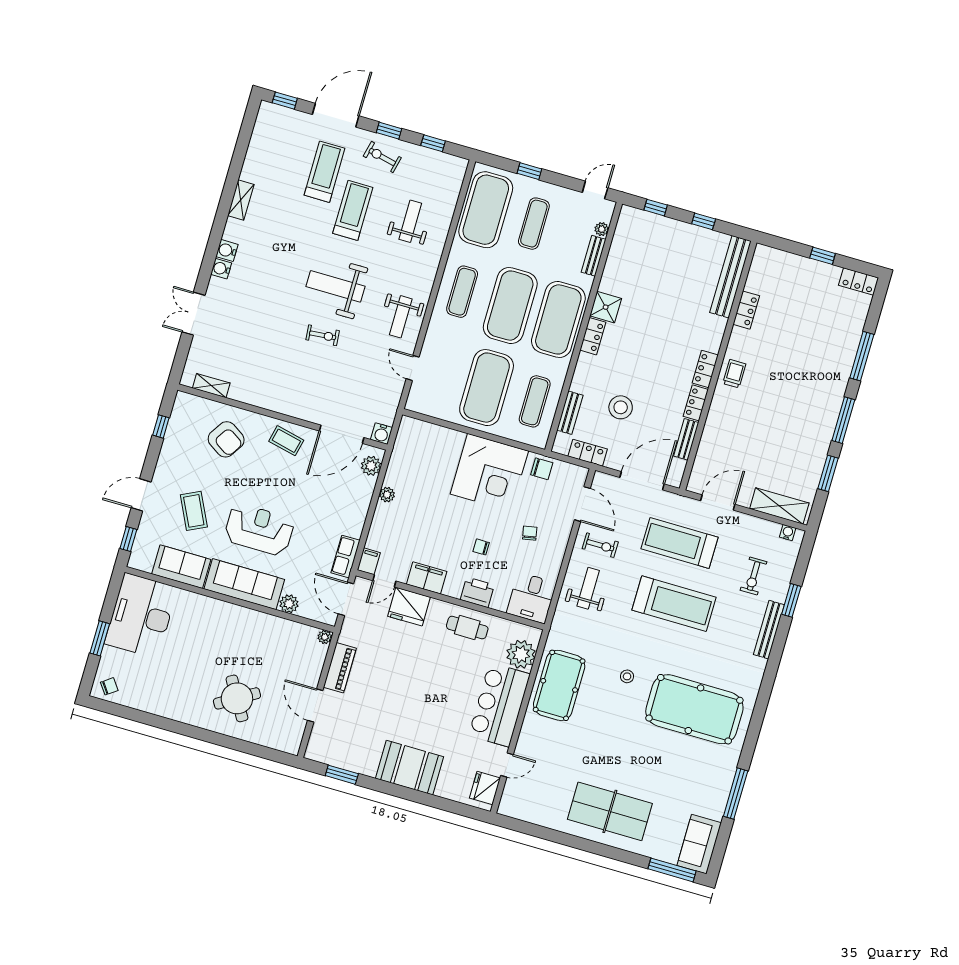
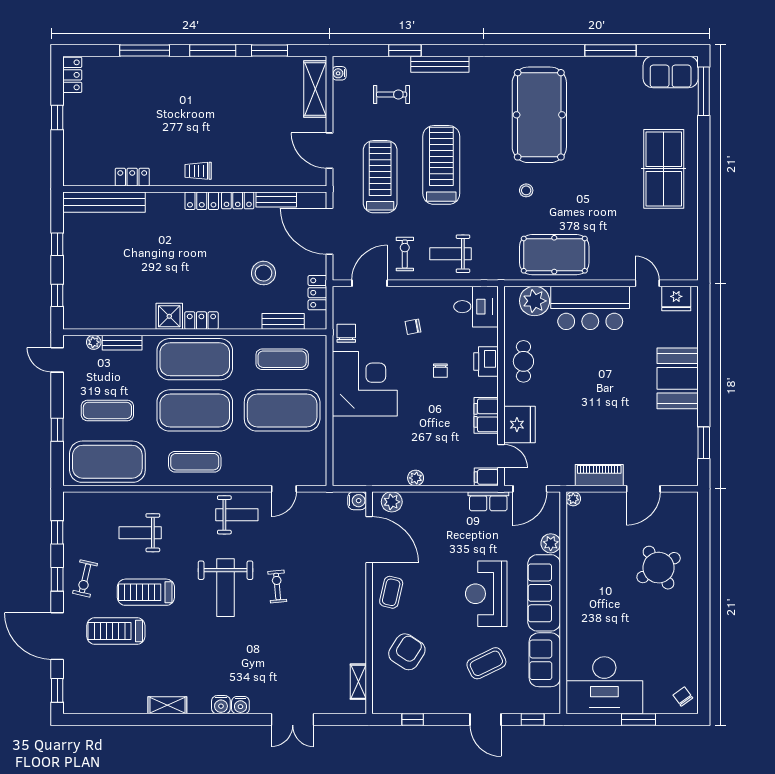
treadmill: (680, 543) -> (380, 177), turned 180

